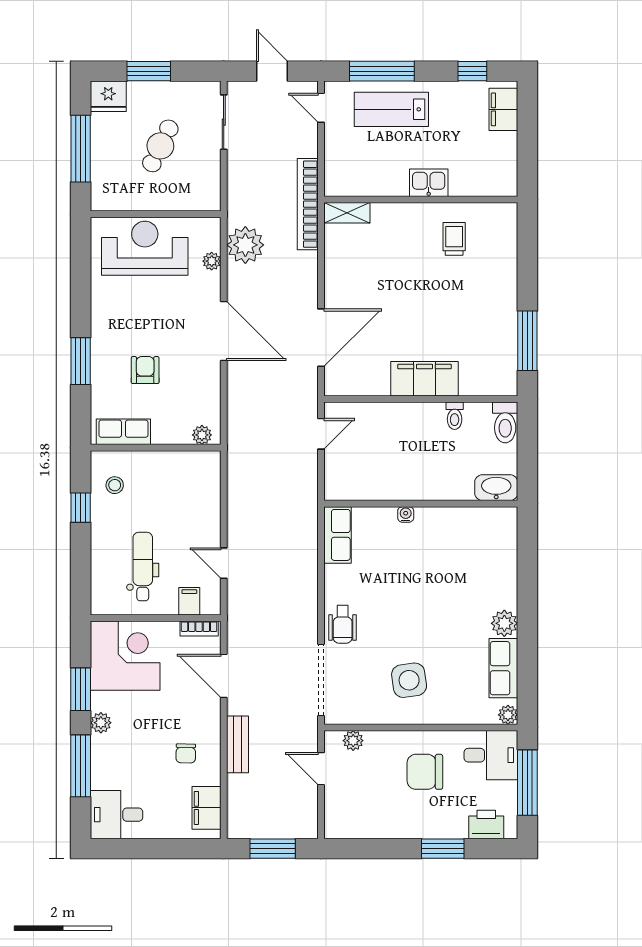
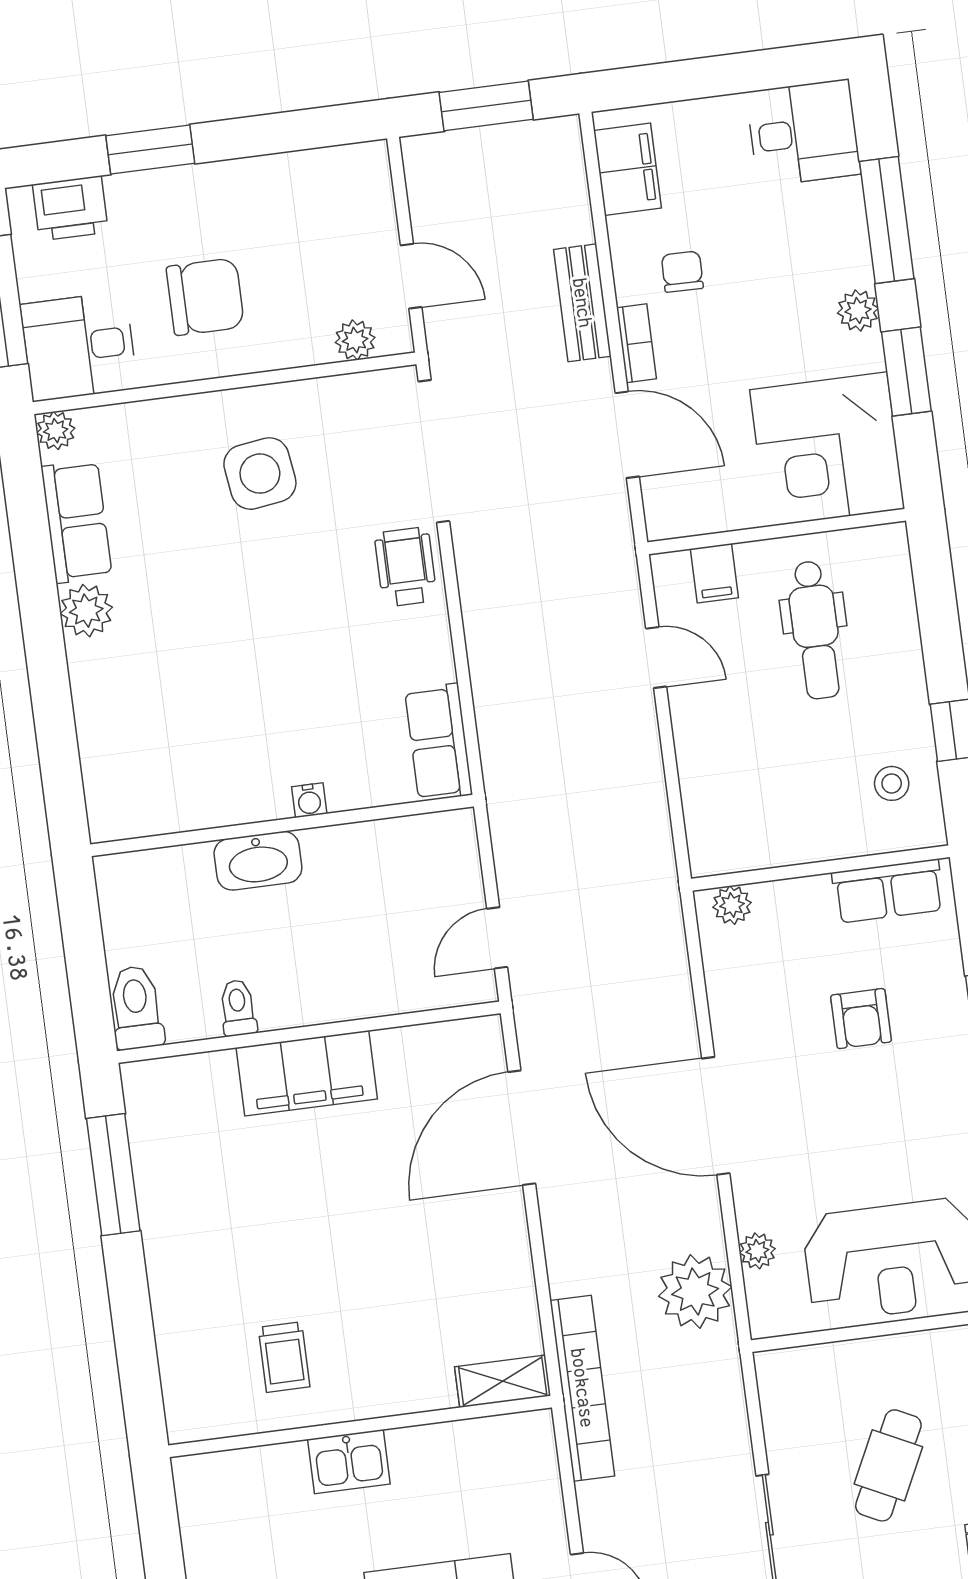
washbasin: (496, 488) -> (258, 861), moved
bookcase: (199, 628) -> (637, 343), moved, turned 90

